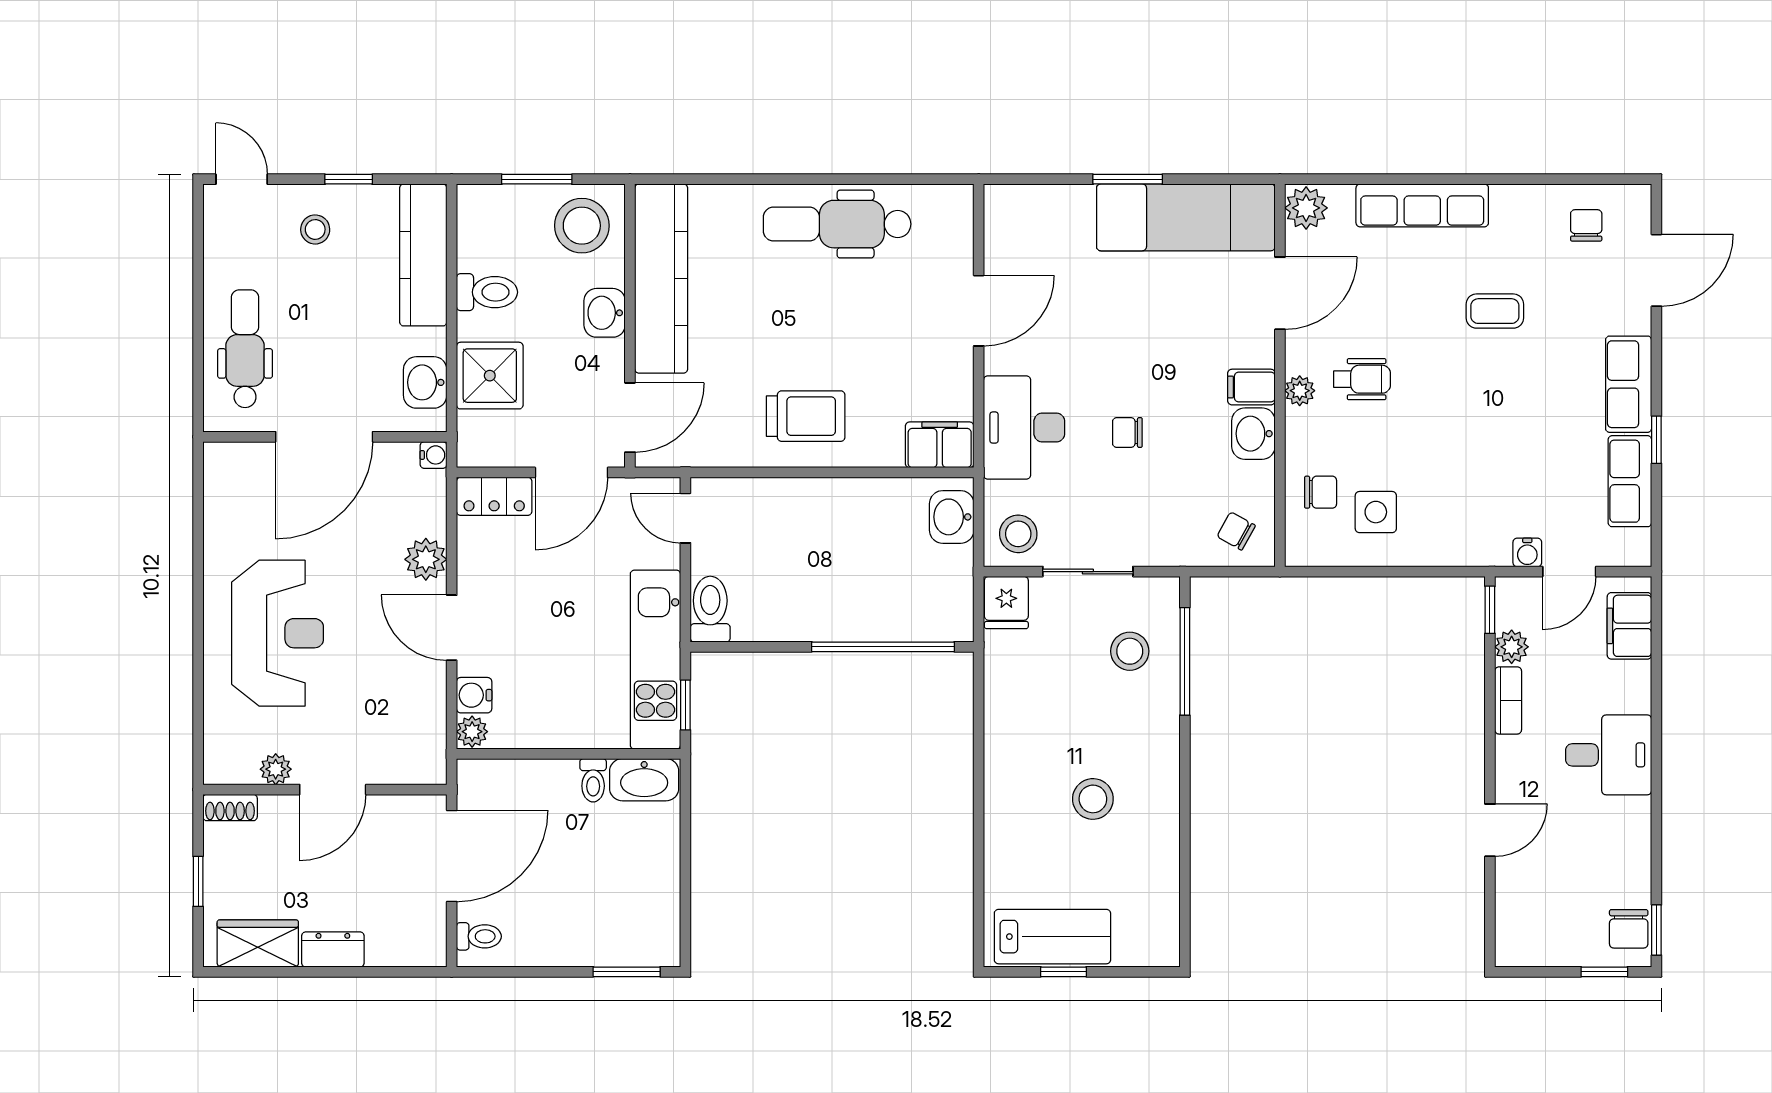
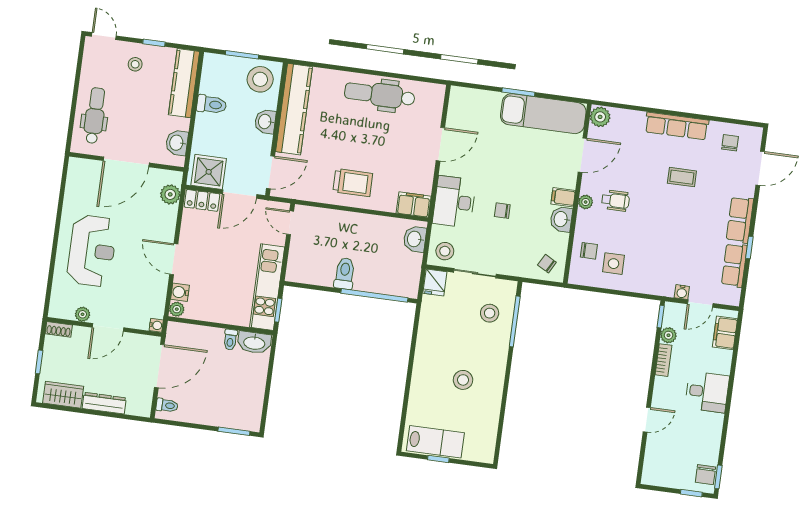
row of seats: (1422, 205) -> (677, 126), moved
shower: (490, 376) -> (209, 172), moved
water cooler: (433, 455) -> (156, 325), moved
plant: (426, 559) -> (170, 194), moved
toilet: (710, 609) -> (345, 273), moved
dresser: (333, 949) -> (104, 403), width x1.44

